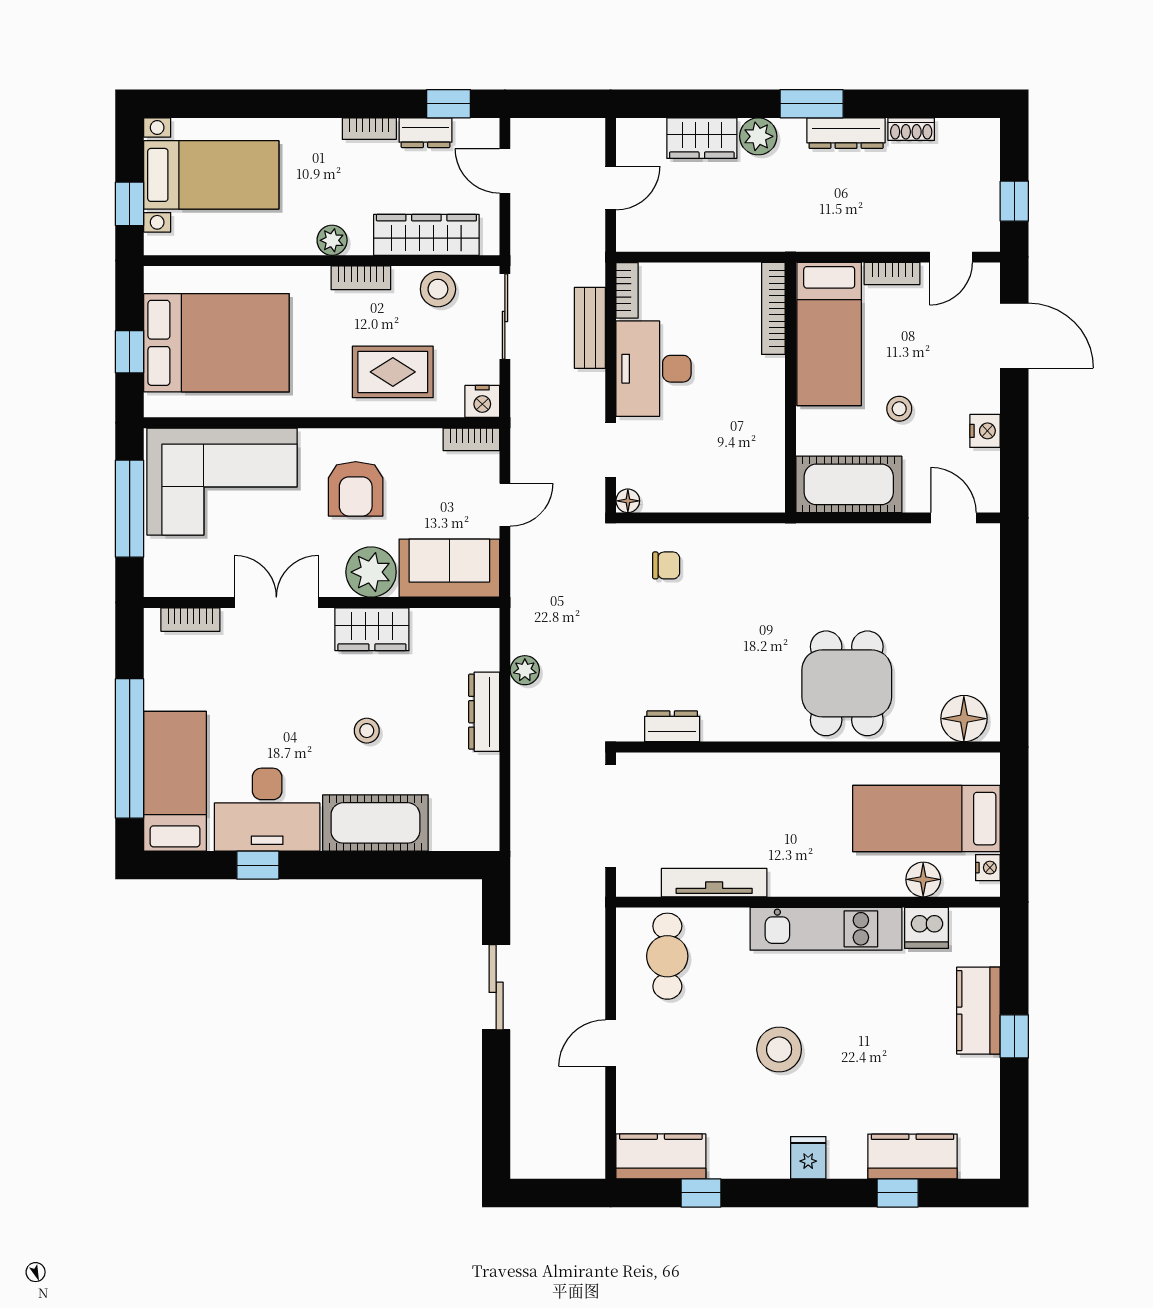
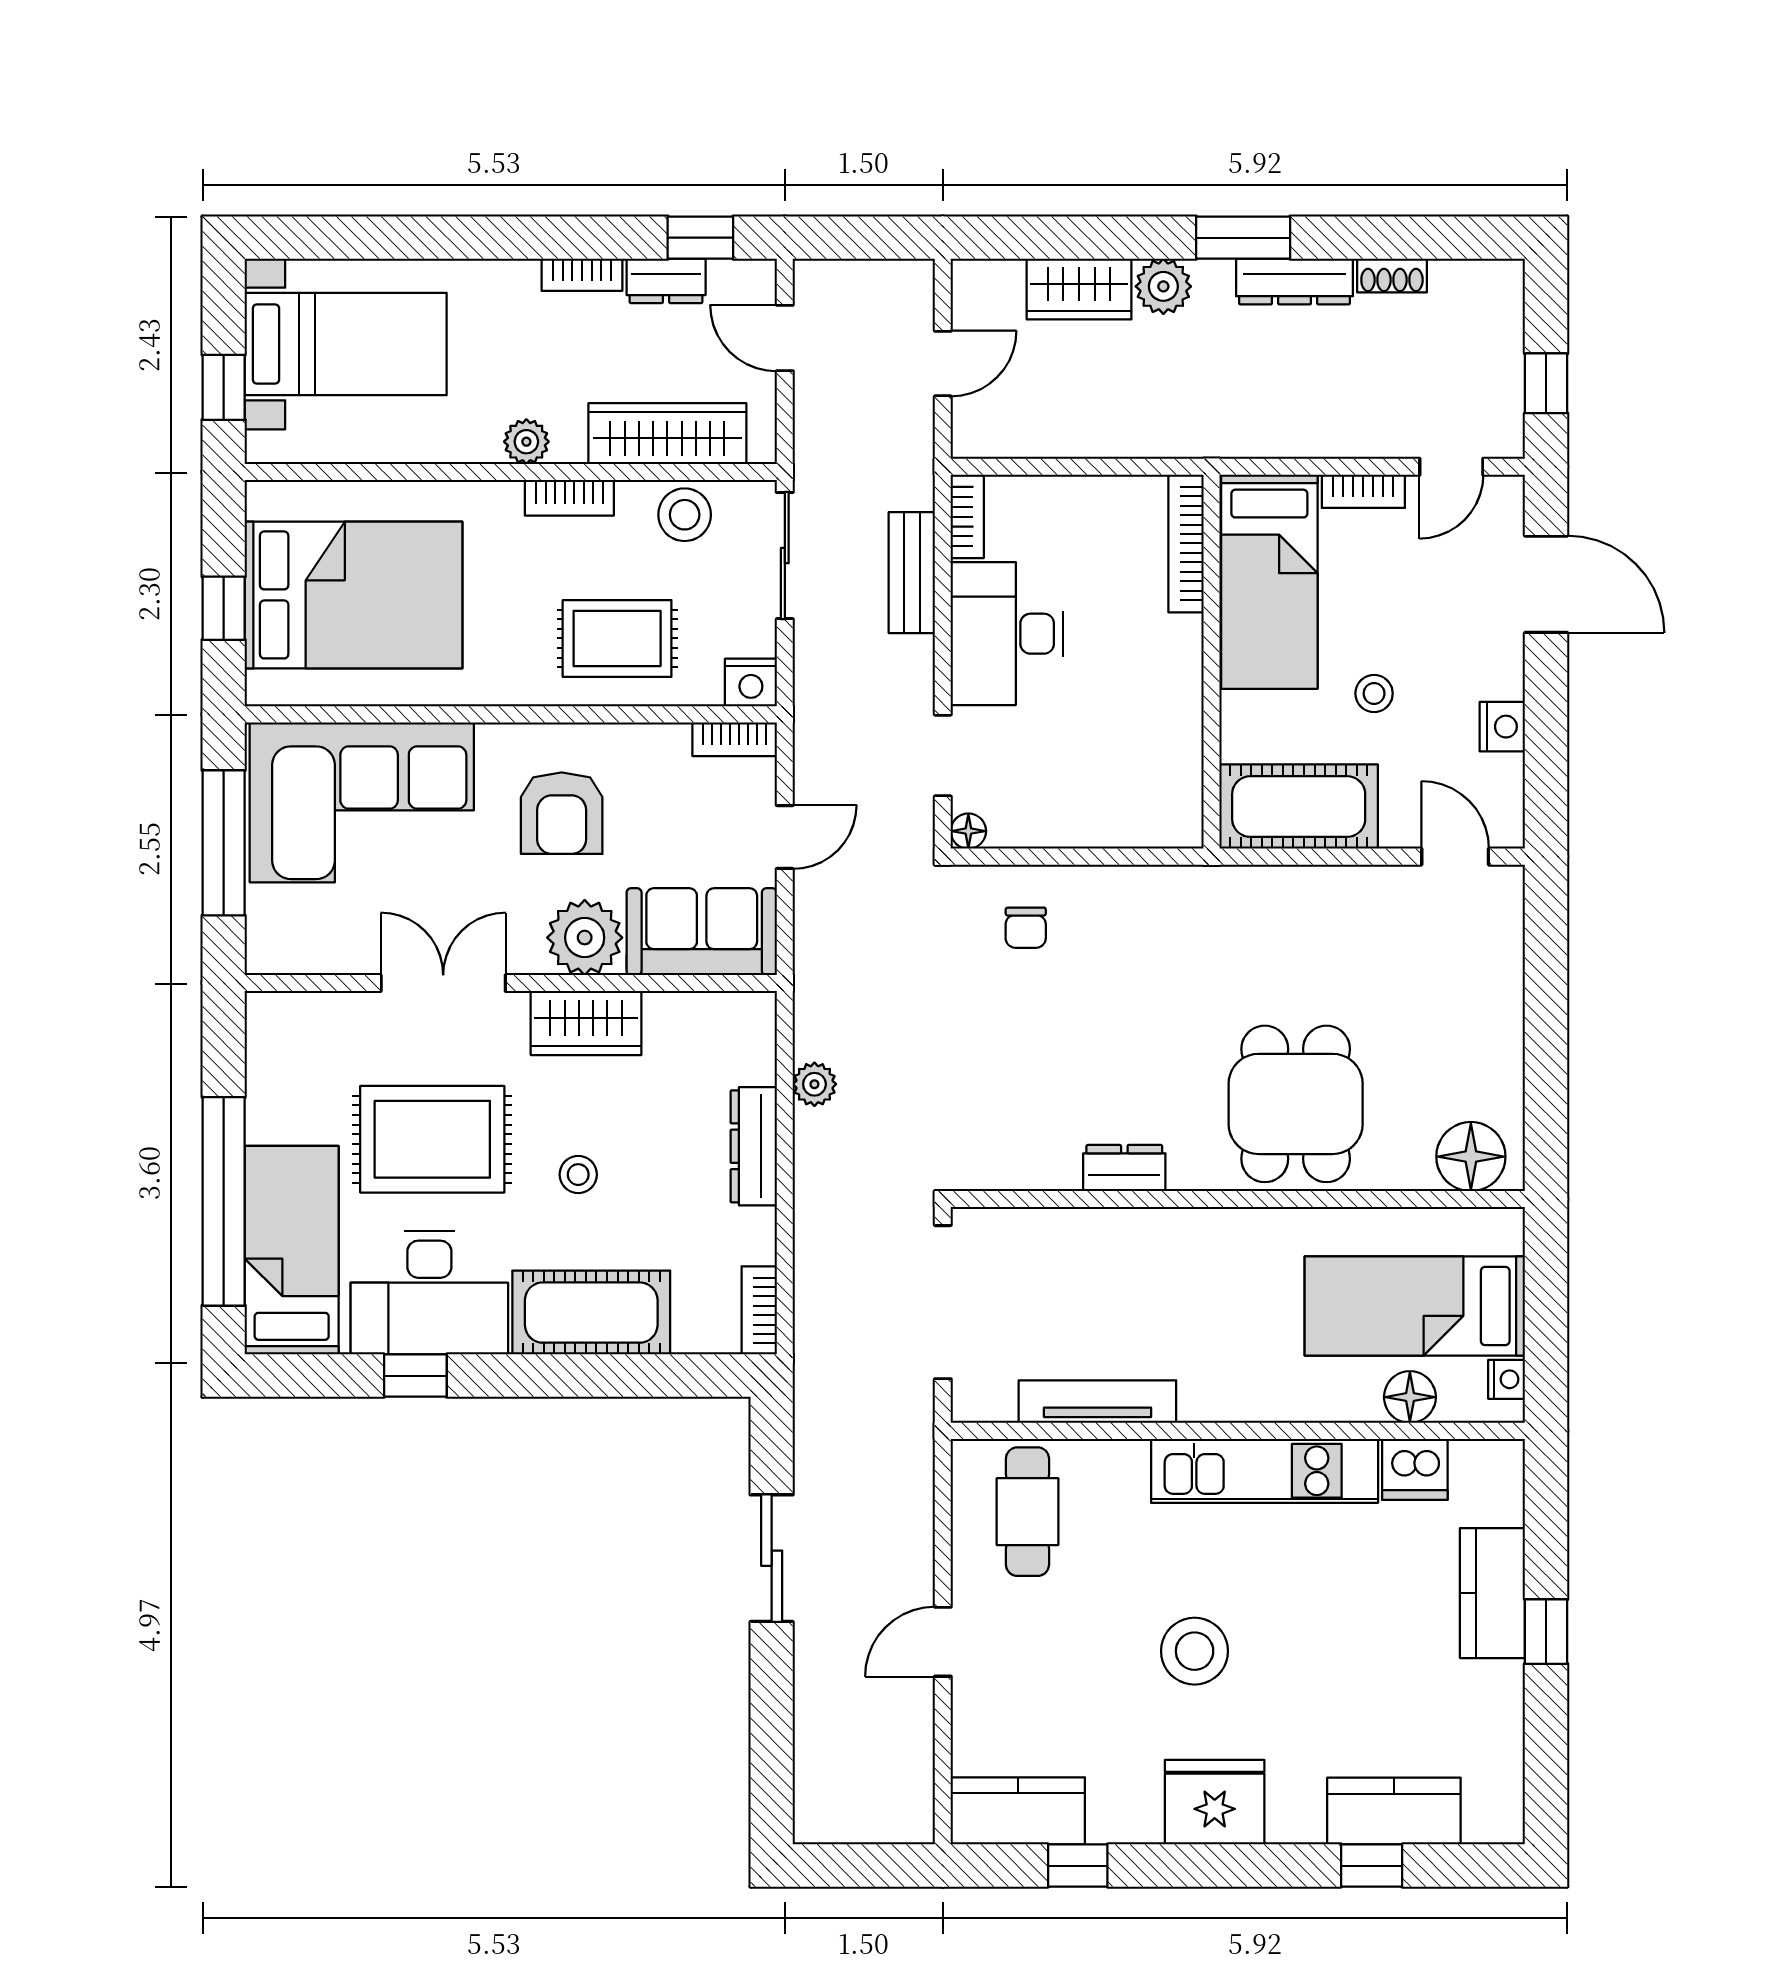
chair: (666, 565) -> (1026, 928), turned 90
bookcase: (190, 620) -> (759, 1310), moved, turned 90
rug: (269, 707) -> (432, 1139), added
dresser: (672, 726) -> (1124, 1168), moved
fridge: (808, 1158) -> (1215, 1802), width x1.88, depth x1.34

